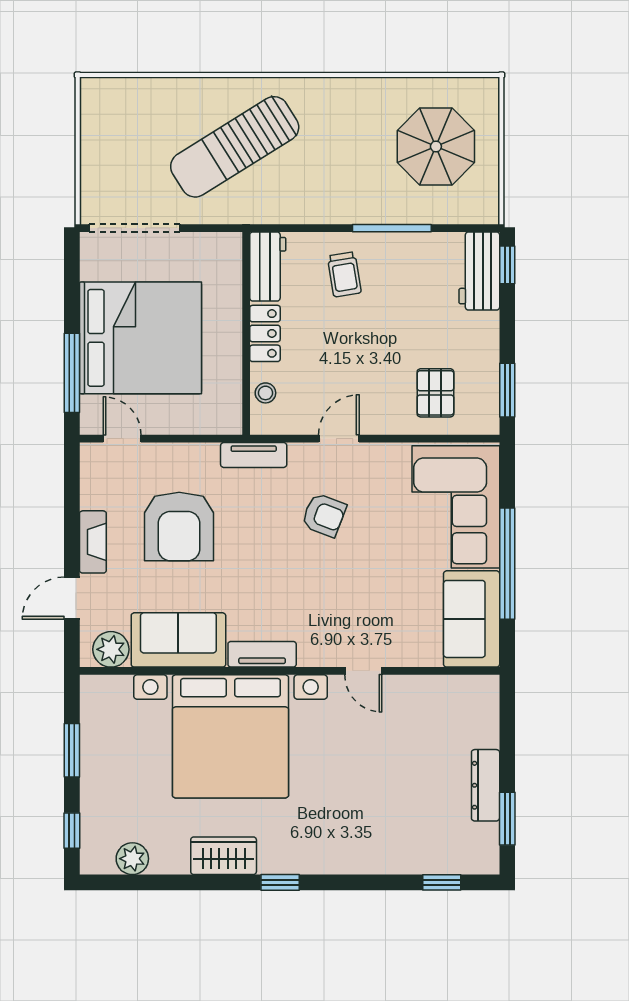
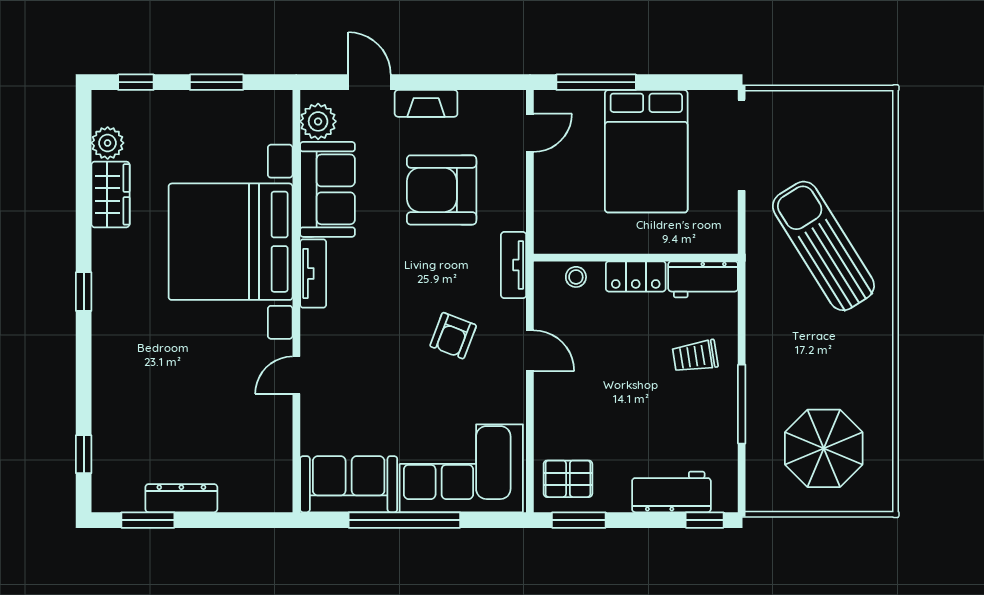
workbench: (479, 271) -> (671, 492), moved
bed: (140, 338) -> (646, 151), width x0.73
pallet: (435, 393) -> (568, 479), moved
wardrobe: (224, 856) -> (110, 194), moved

